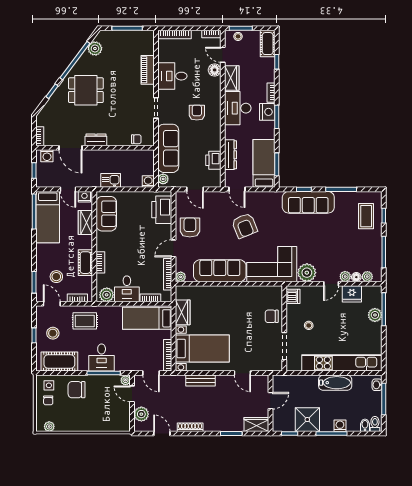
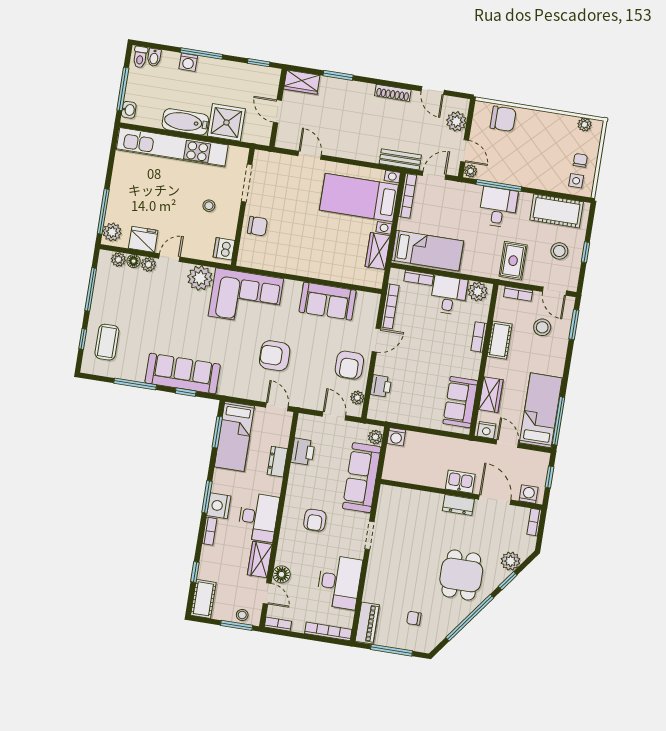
plant: (95, 48) -> (510, 561), moved
piano: (148, 70) -> (367, 623), moved
desk: (172, 76) -> (339, 582), width x1.37
dining table: (86, 90) -> (461, 575), turned 90
chair: (136, 139) -> (414, 618), moved
dresser: (230, 155) -> (277, 462), width x0.70
kitchen sink: (111, 180) -> (460, 482), moved, turned 180
printer: (162, 210) -> (381, 386), width x0.53, depth x0.68
armchair: (245, 226) -> (275, 356), turned -68
sofa: (220, 271) -> (328, 301), width x0.73
plant: (181, 277) -> (357, 398), moved
plant: (375, 315) -> (112, 232), moved
rug: (85, 321) -> (513, 261), turned 90
door: (151, 373) -> (434, 175), hinge flipped
bench: (201, 381) -> (400, 159), moved
chair: (77, 390) -> (503, 119), moved
door: (270, 401) -> (277, 111), hinge flipped
shower: (307, 420) -> (226, 122), moved

